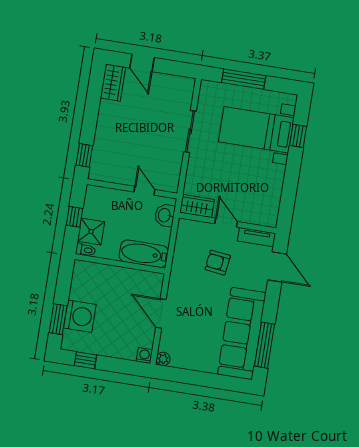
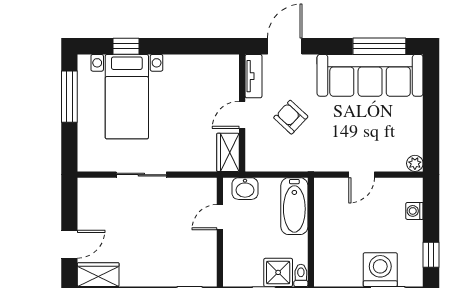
window: (244, 79) -> (69, 97), moved
armchair: (218, 263) -> (291, 117), turned 126
door: (161, 314) -> (362, 175), width x0.73
washing machine: (144, 356) -> (414, 211), moved

